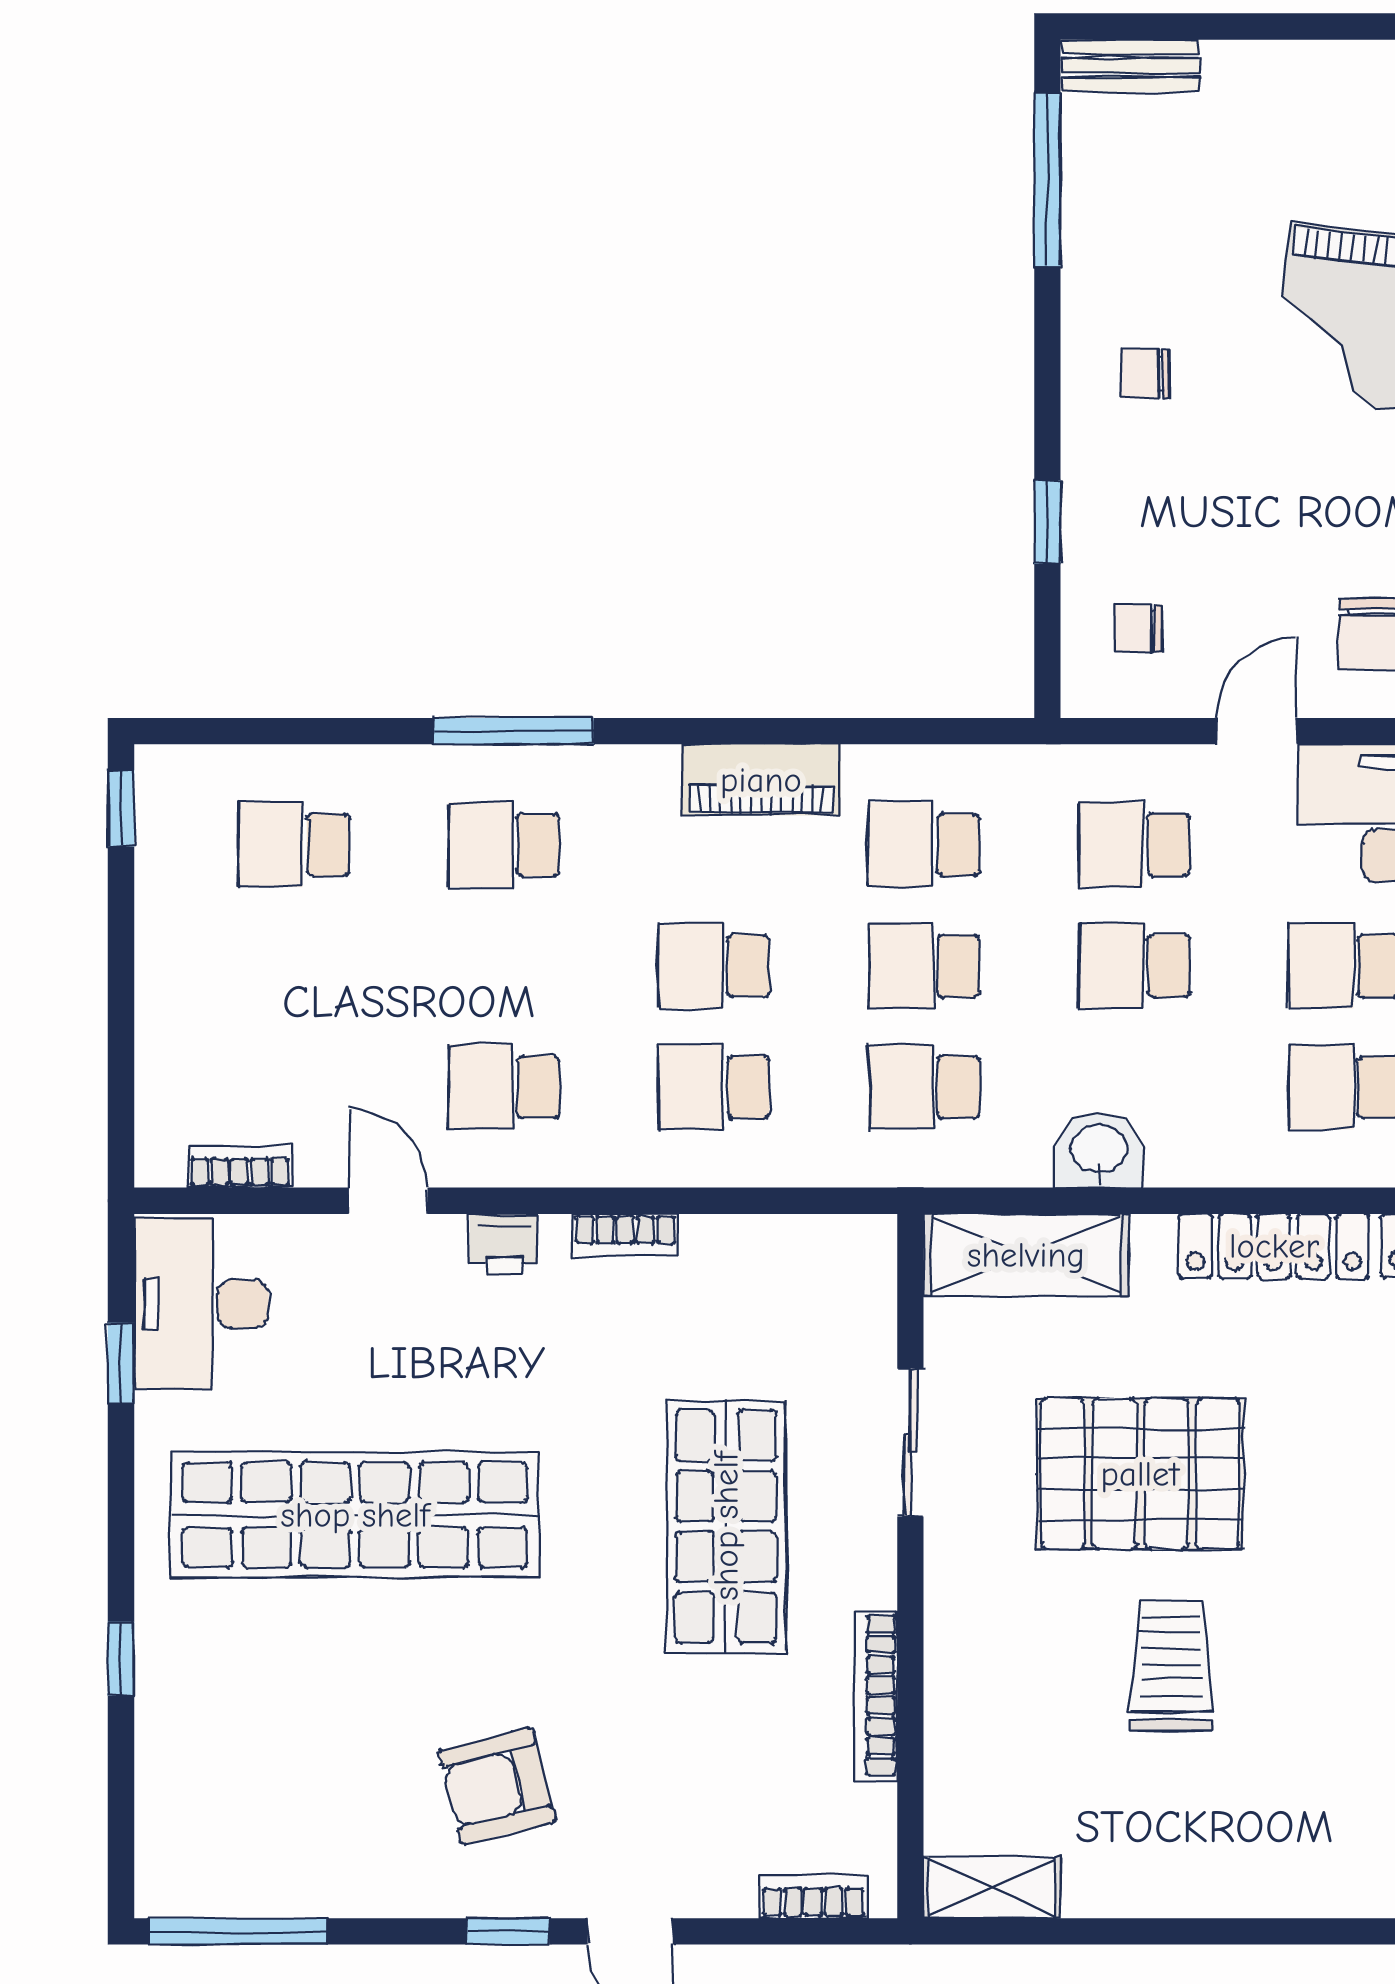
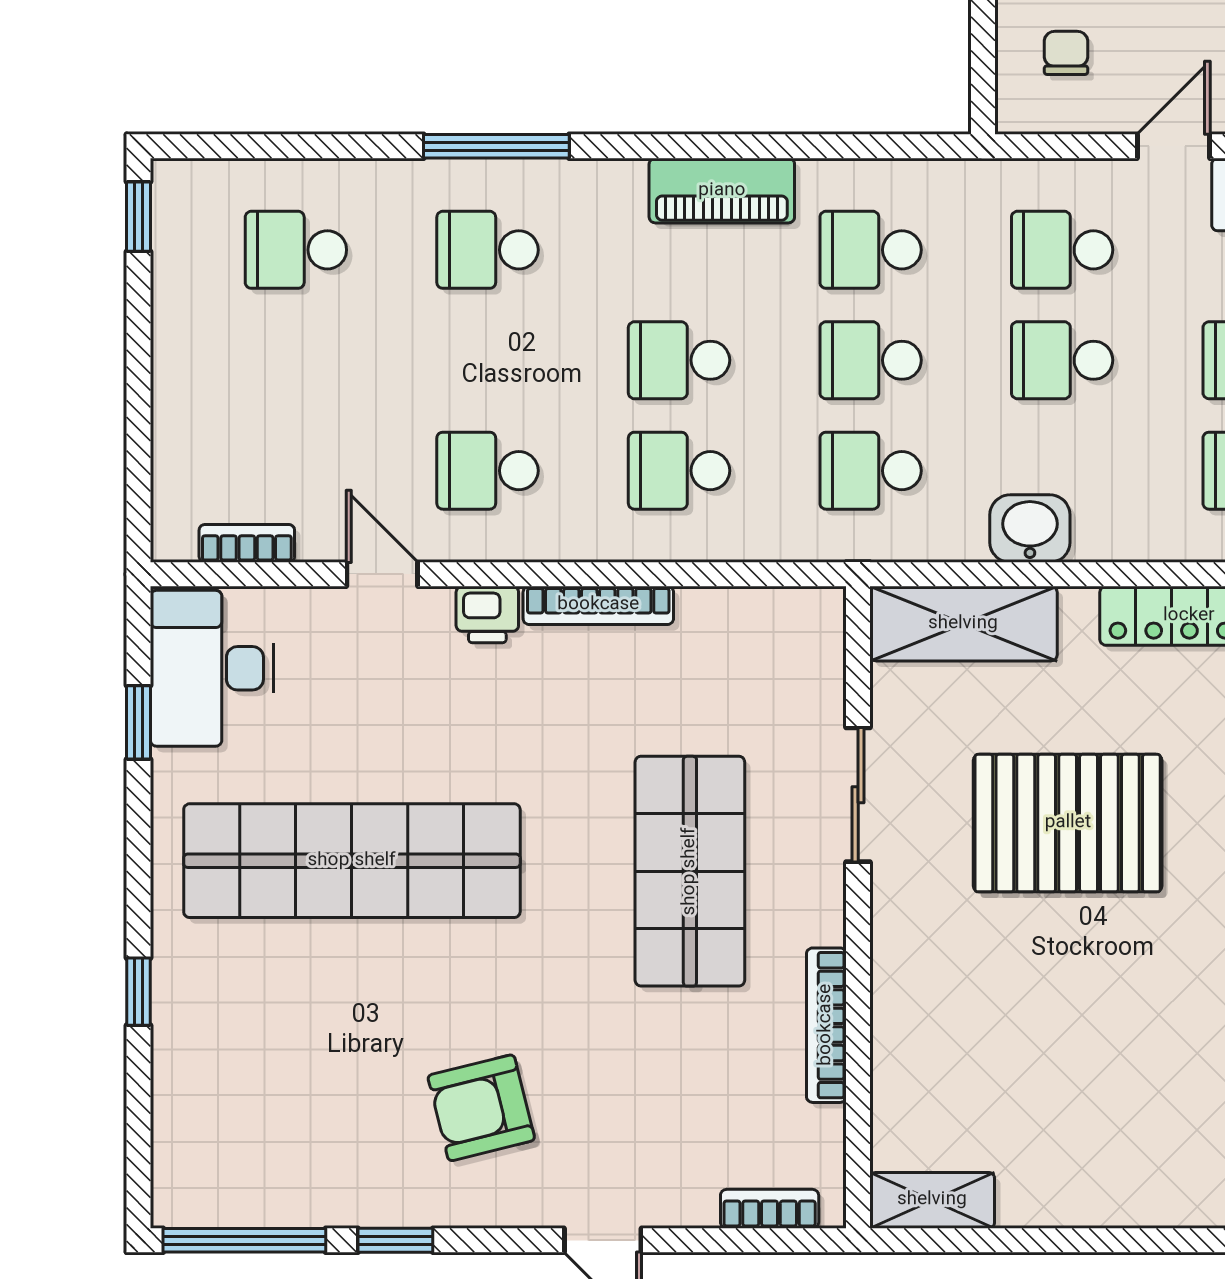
chair: (1139, 629) -> (1066, 53), turned 90
bookcase: (625, 1235) -> (598, 605), width x1.56
trolley: (1171, 1665) -> (1096, 998), removed
window: (508, 1931) -> (395, 1240), moved

